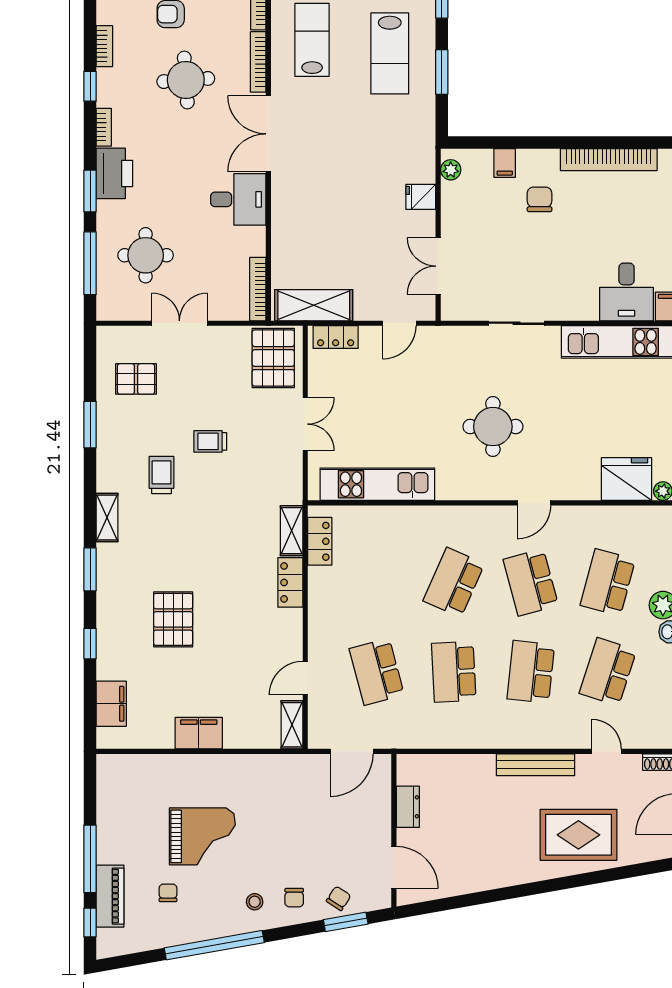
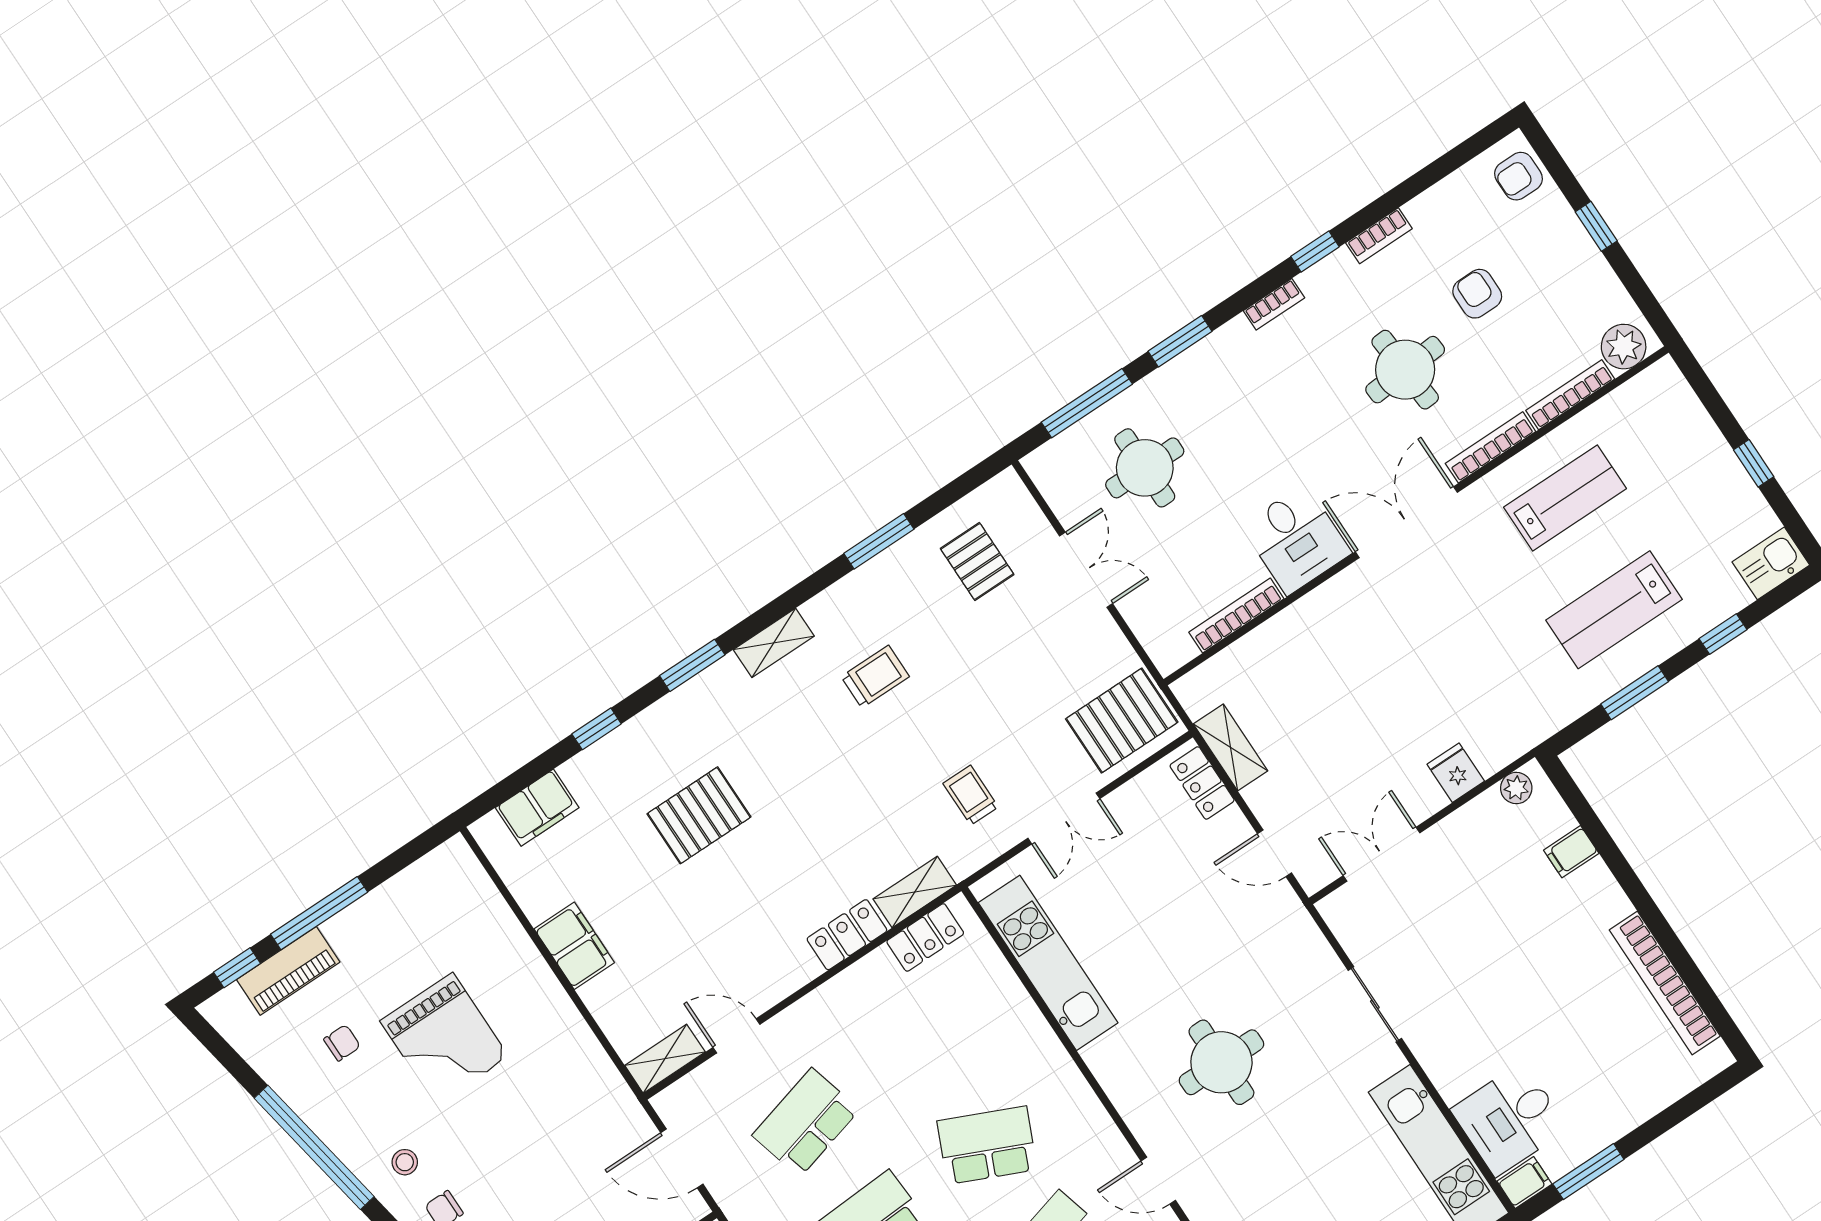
printer: (114, 173) -> (1224, 358), removed
chair: (540, 199) -> (1554, 928), removed
bookcase: (258, 289) -> (1236, 615), moved
shelving: (314, 305) -> (1230, 747), width x0.67, depth x0.75
trolley: (210, 441) -> (971, 795), moved

